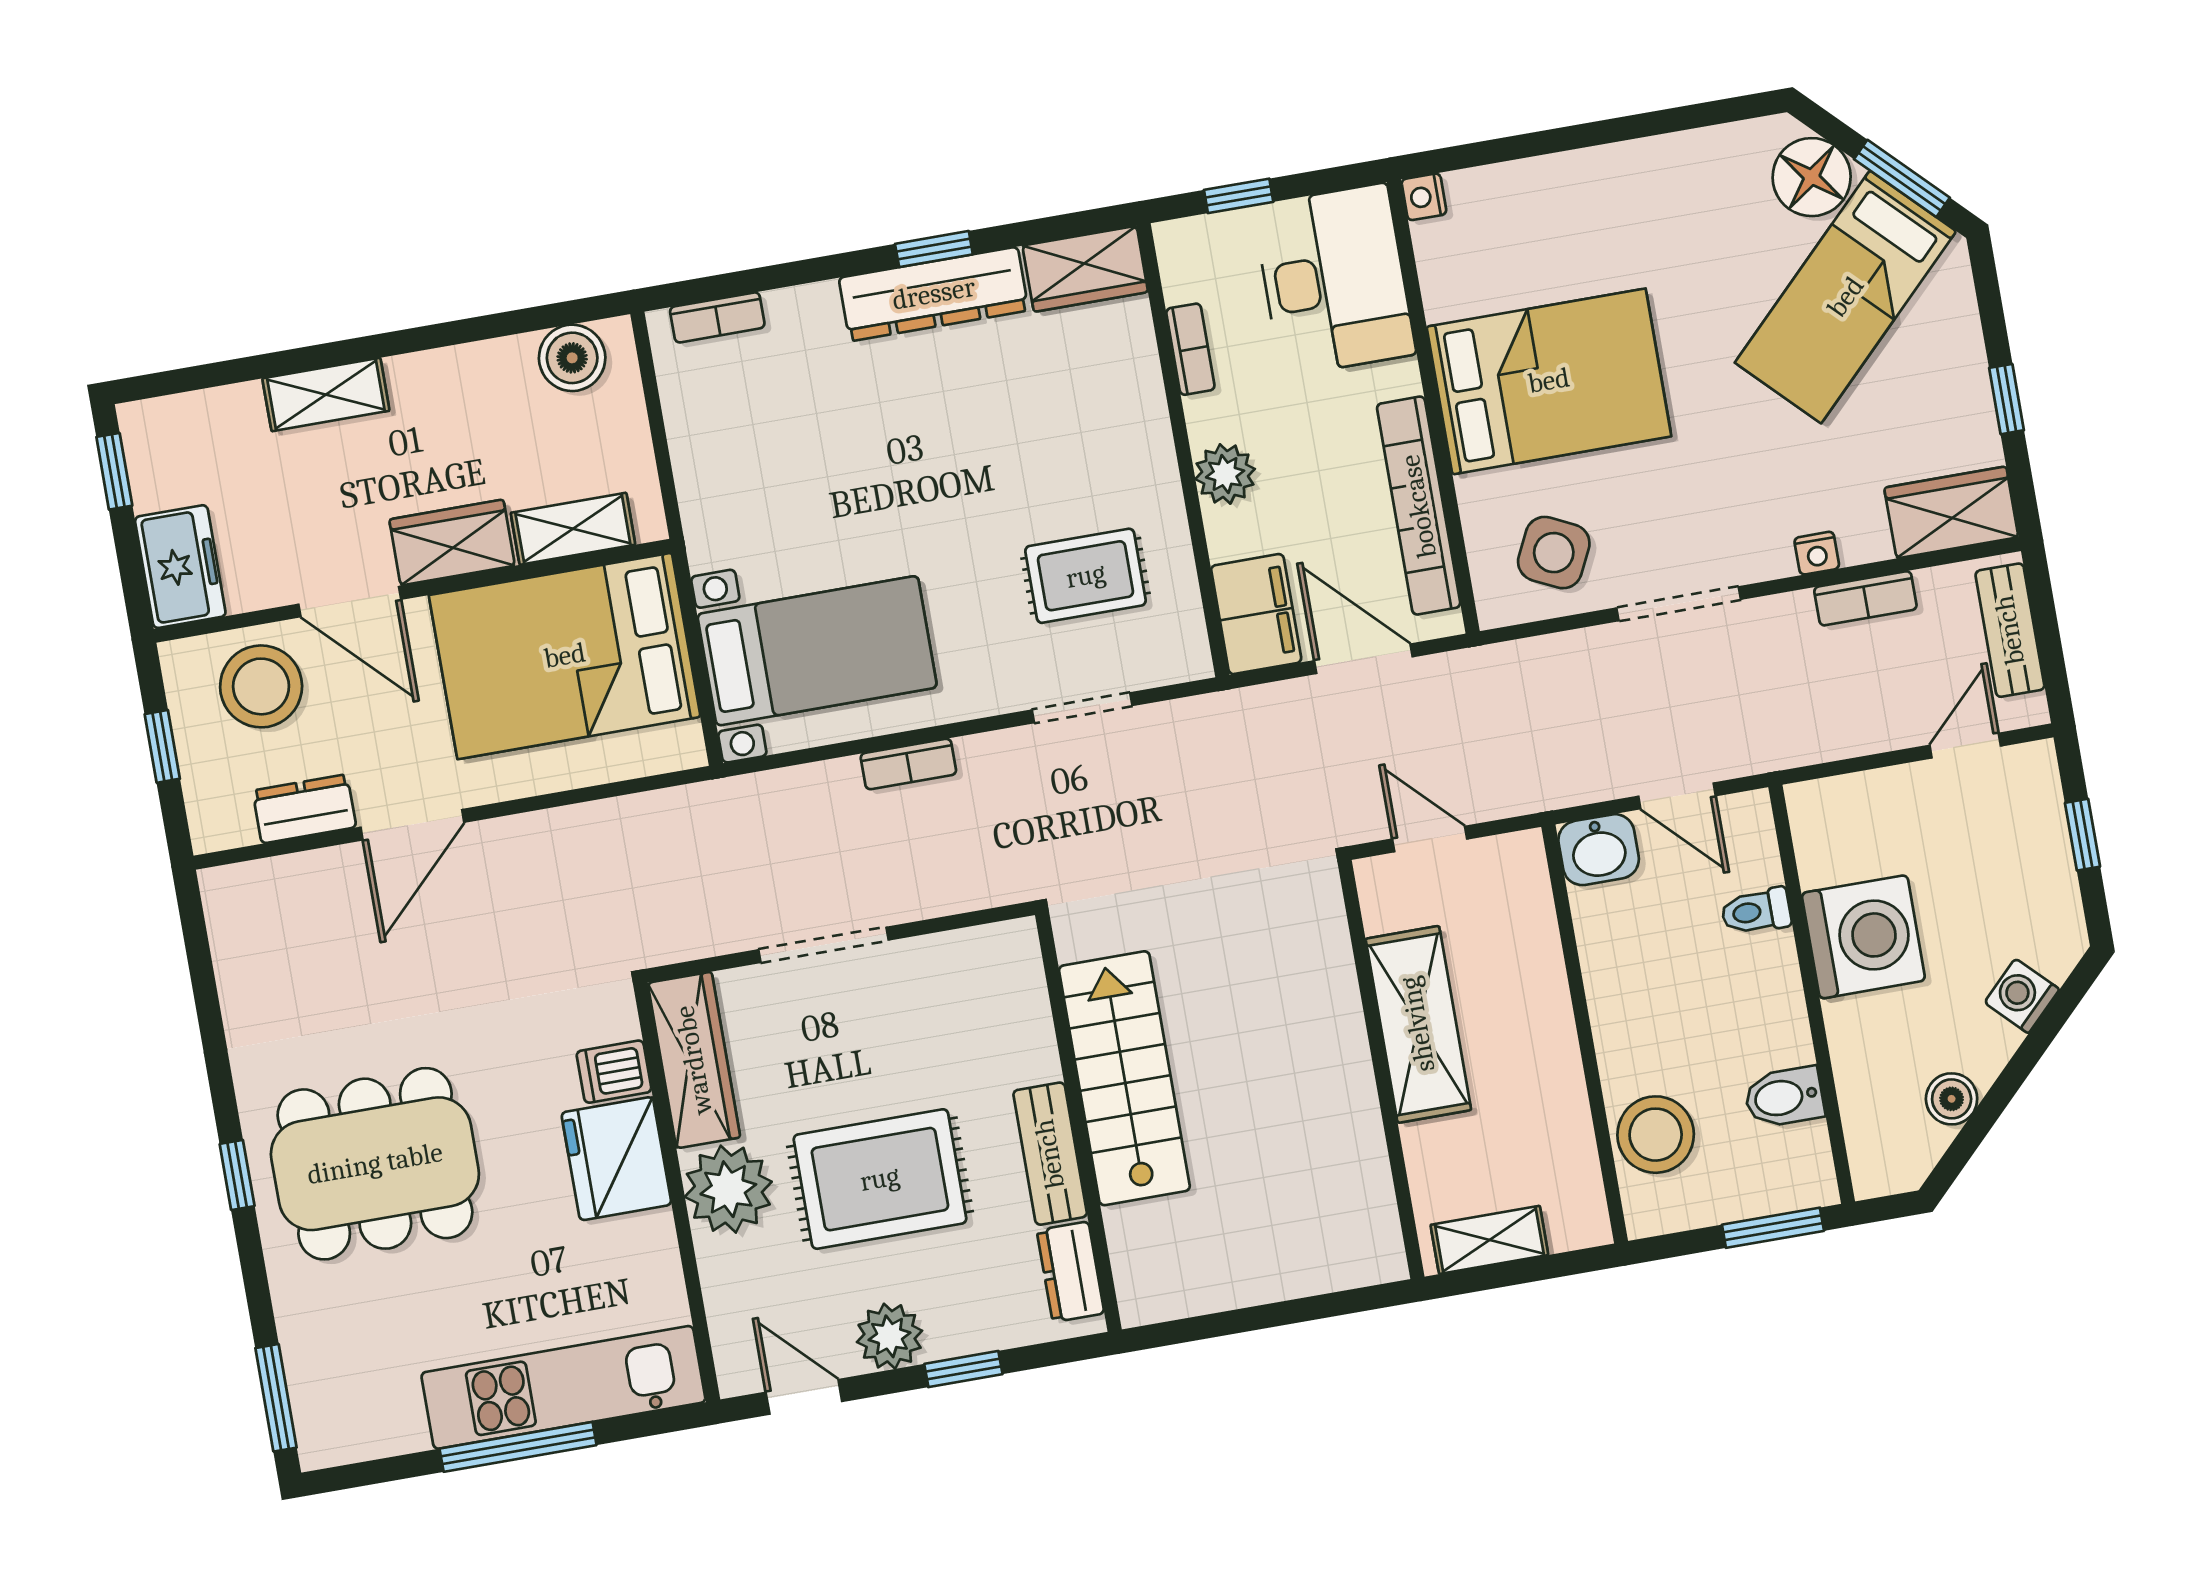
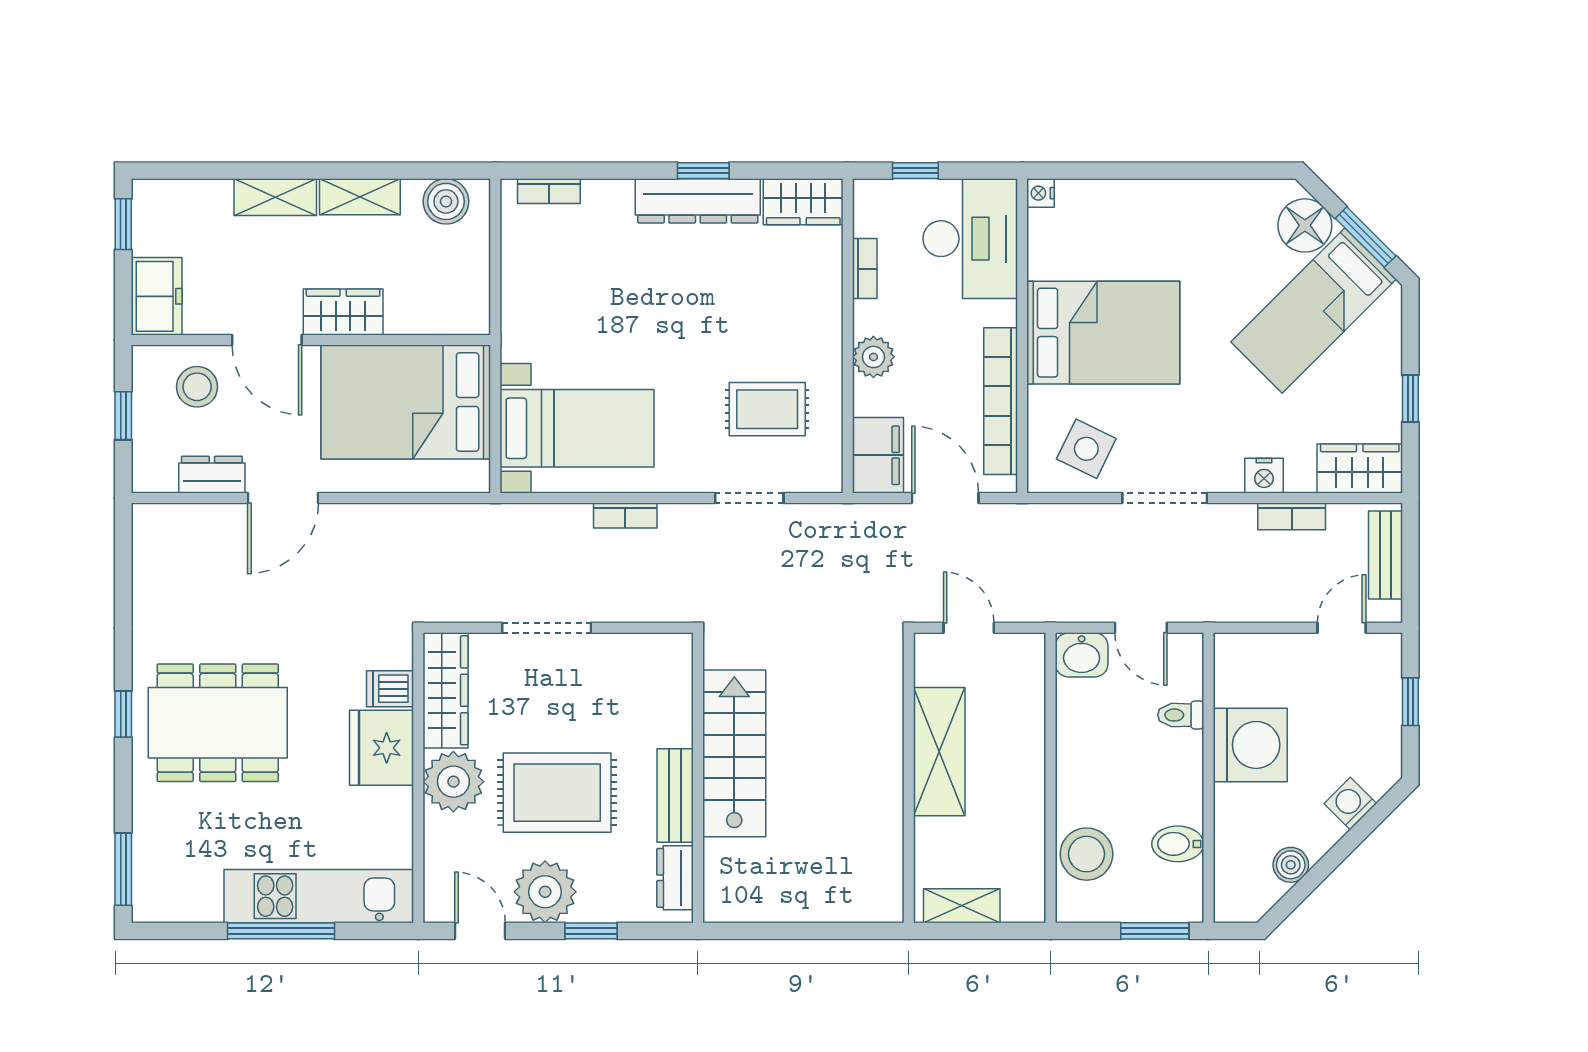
shelving: (573, 529) -> (360, 197), moved
nightstand: (1817, 553) -> (1264, 476), width x1.39, depth x1.35
stool: (261, 686) -> (197, 387), width x0.73, depth x0.73
plant: (890, 1336) -> (545, 892), width x1.36, depth x1.36

